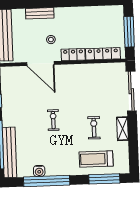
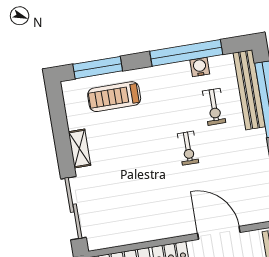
exercise bike: (94, 128) -> (214, 107), moved
treadmill: (96, 159) -> (114, 97), turned 180

